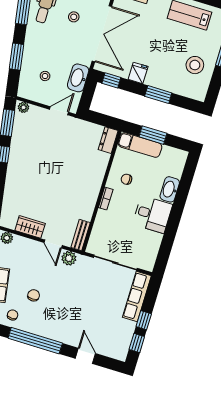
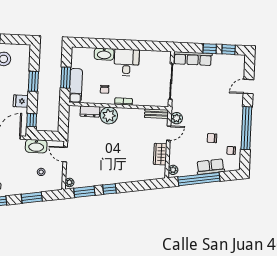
dresser: (108, 140) -> (90, 111), moved
plant: (93, 176) -> (109, 116), added

